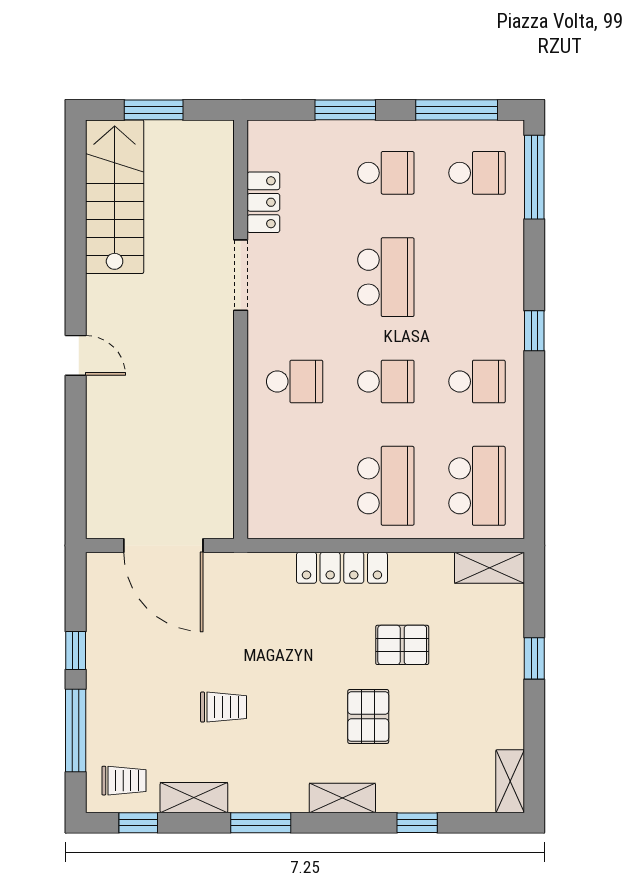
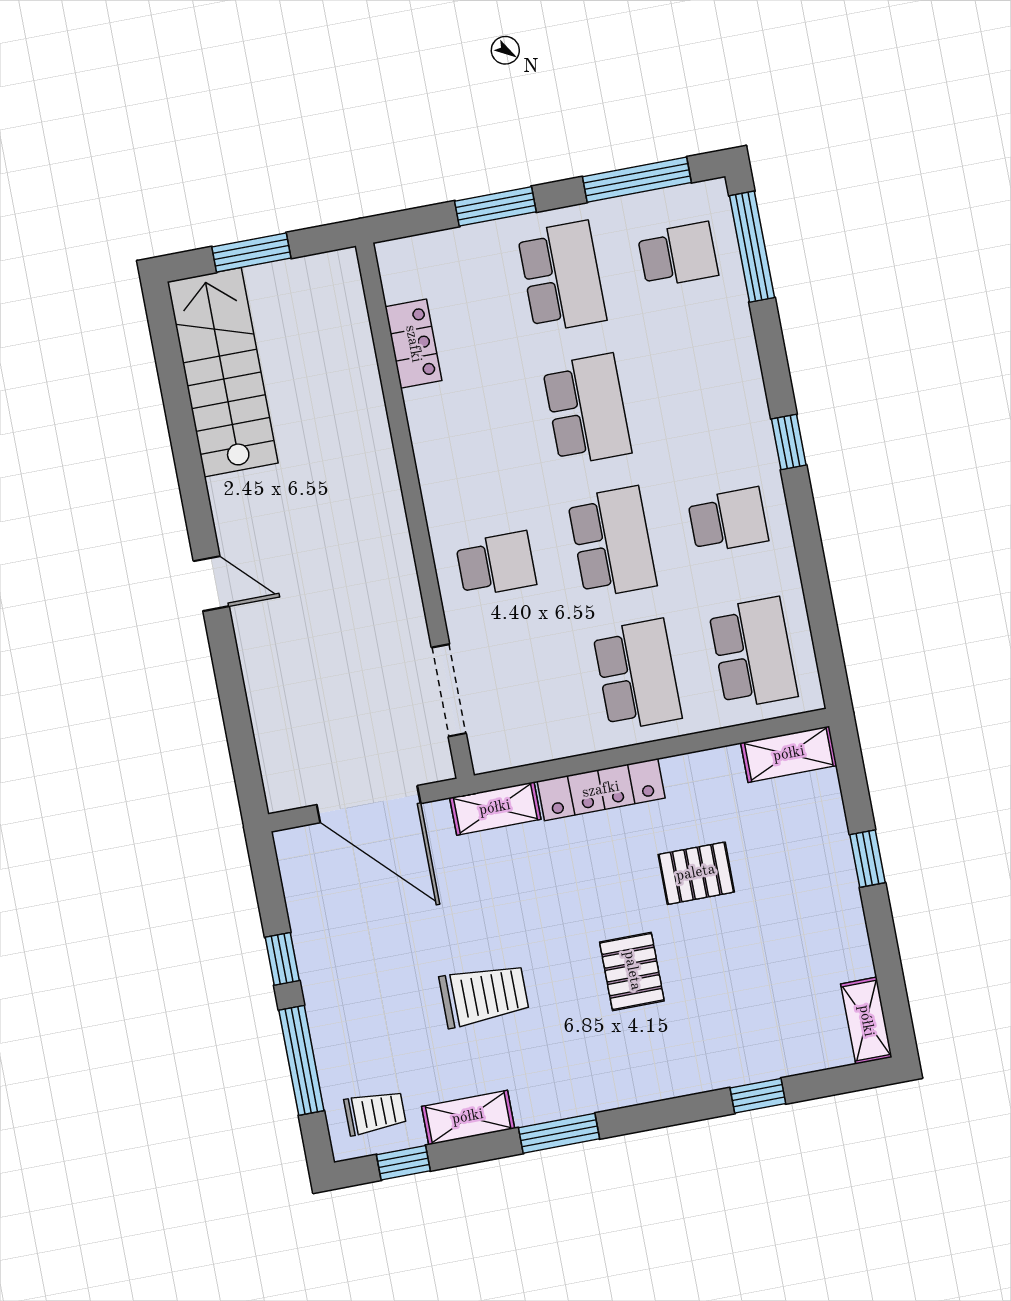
school desk: (386, 173) -> (562, 277), width x1.85
doorway: (241, 275) -> (449, 690), moved
school desk: (386, 381) -> (612, 542), width x1.85
trolley: (224, 707) -> (484, 995), width x1.36, depth x1.39
pallet: (368, 717) -> (632, 971), moved
shelving: (342, 798) -> (495, 808), moved

